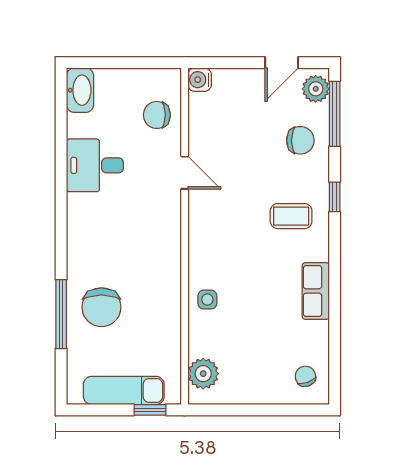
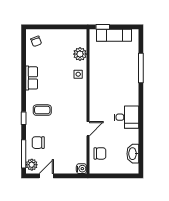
washbasin: (80, 90) -> (133, 154), moved
desk: (95, 165) -> (126, 117), moved
door: (185, 173) -> (88, 129), swing flipped
chair: (101, 307) -> (124, 71), removed
plant: (203, 374) -> (80, 54), moved

